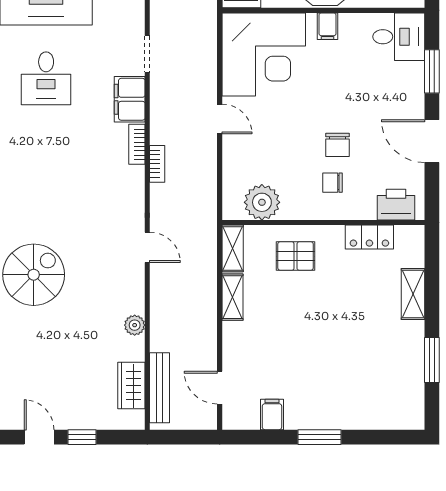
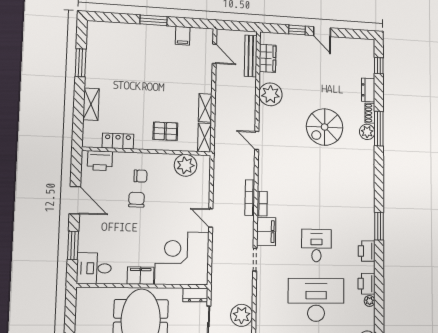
filing cabinet: (328, 26) -> (140, 276), width x2.00
bookcase: (157, 164) -> (250, 198), width x1.56
plant: (135, 325) -> (270, 94), width x1.87, depth x1.87

